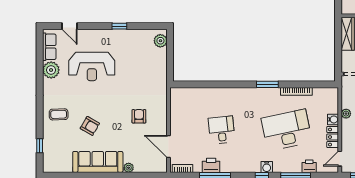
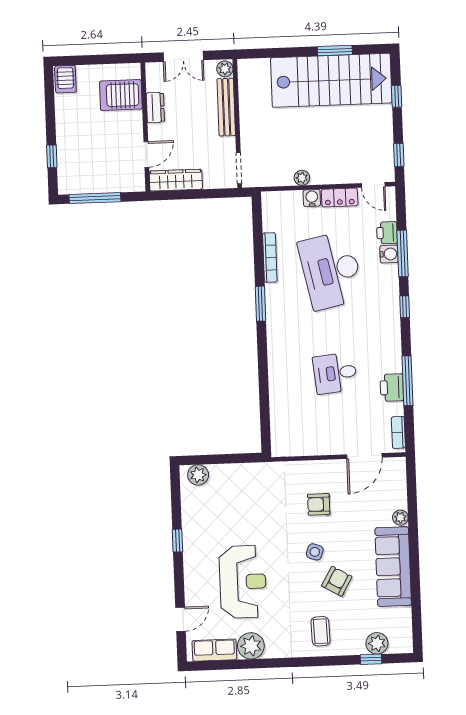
side table: (109, 113) -> (315, 552), added
plant: (50, 150) -> (377, 643), added
water cooler: (267, 167) -> (389, 254), moved

